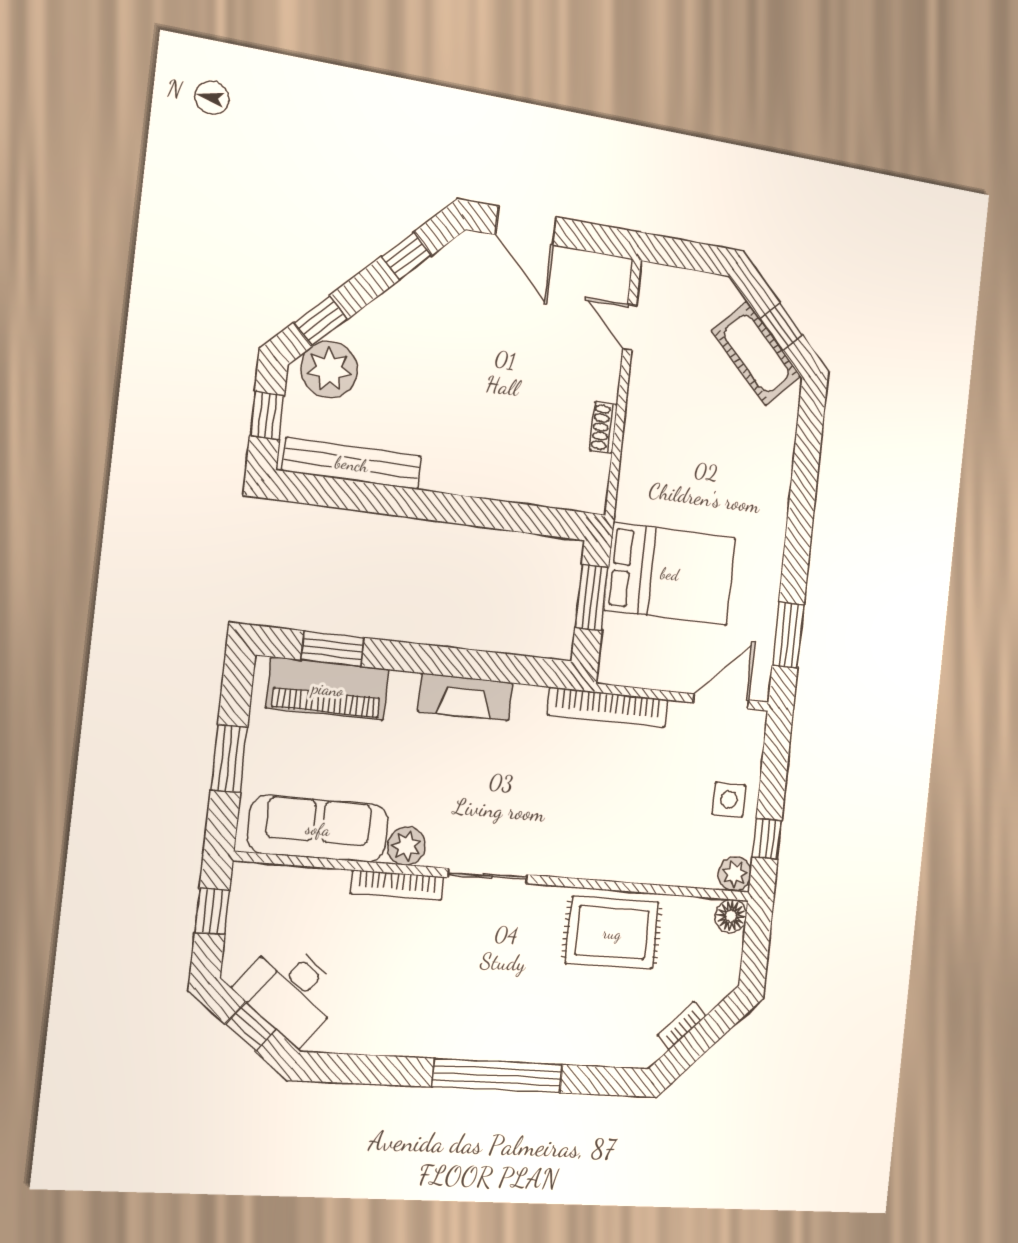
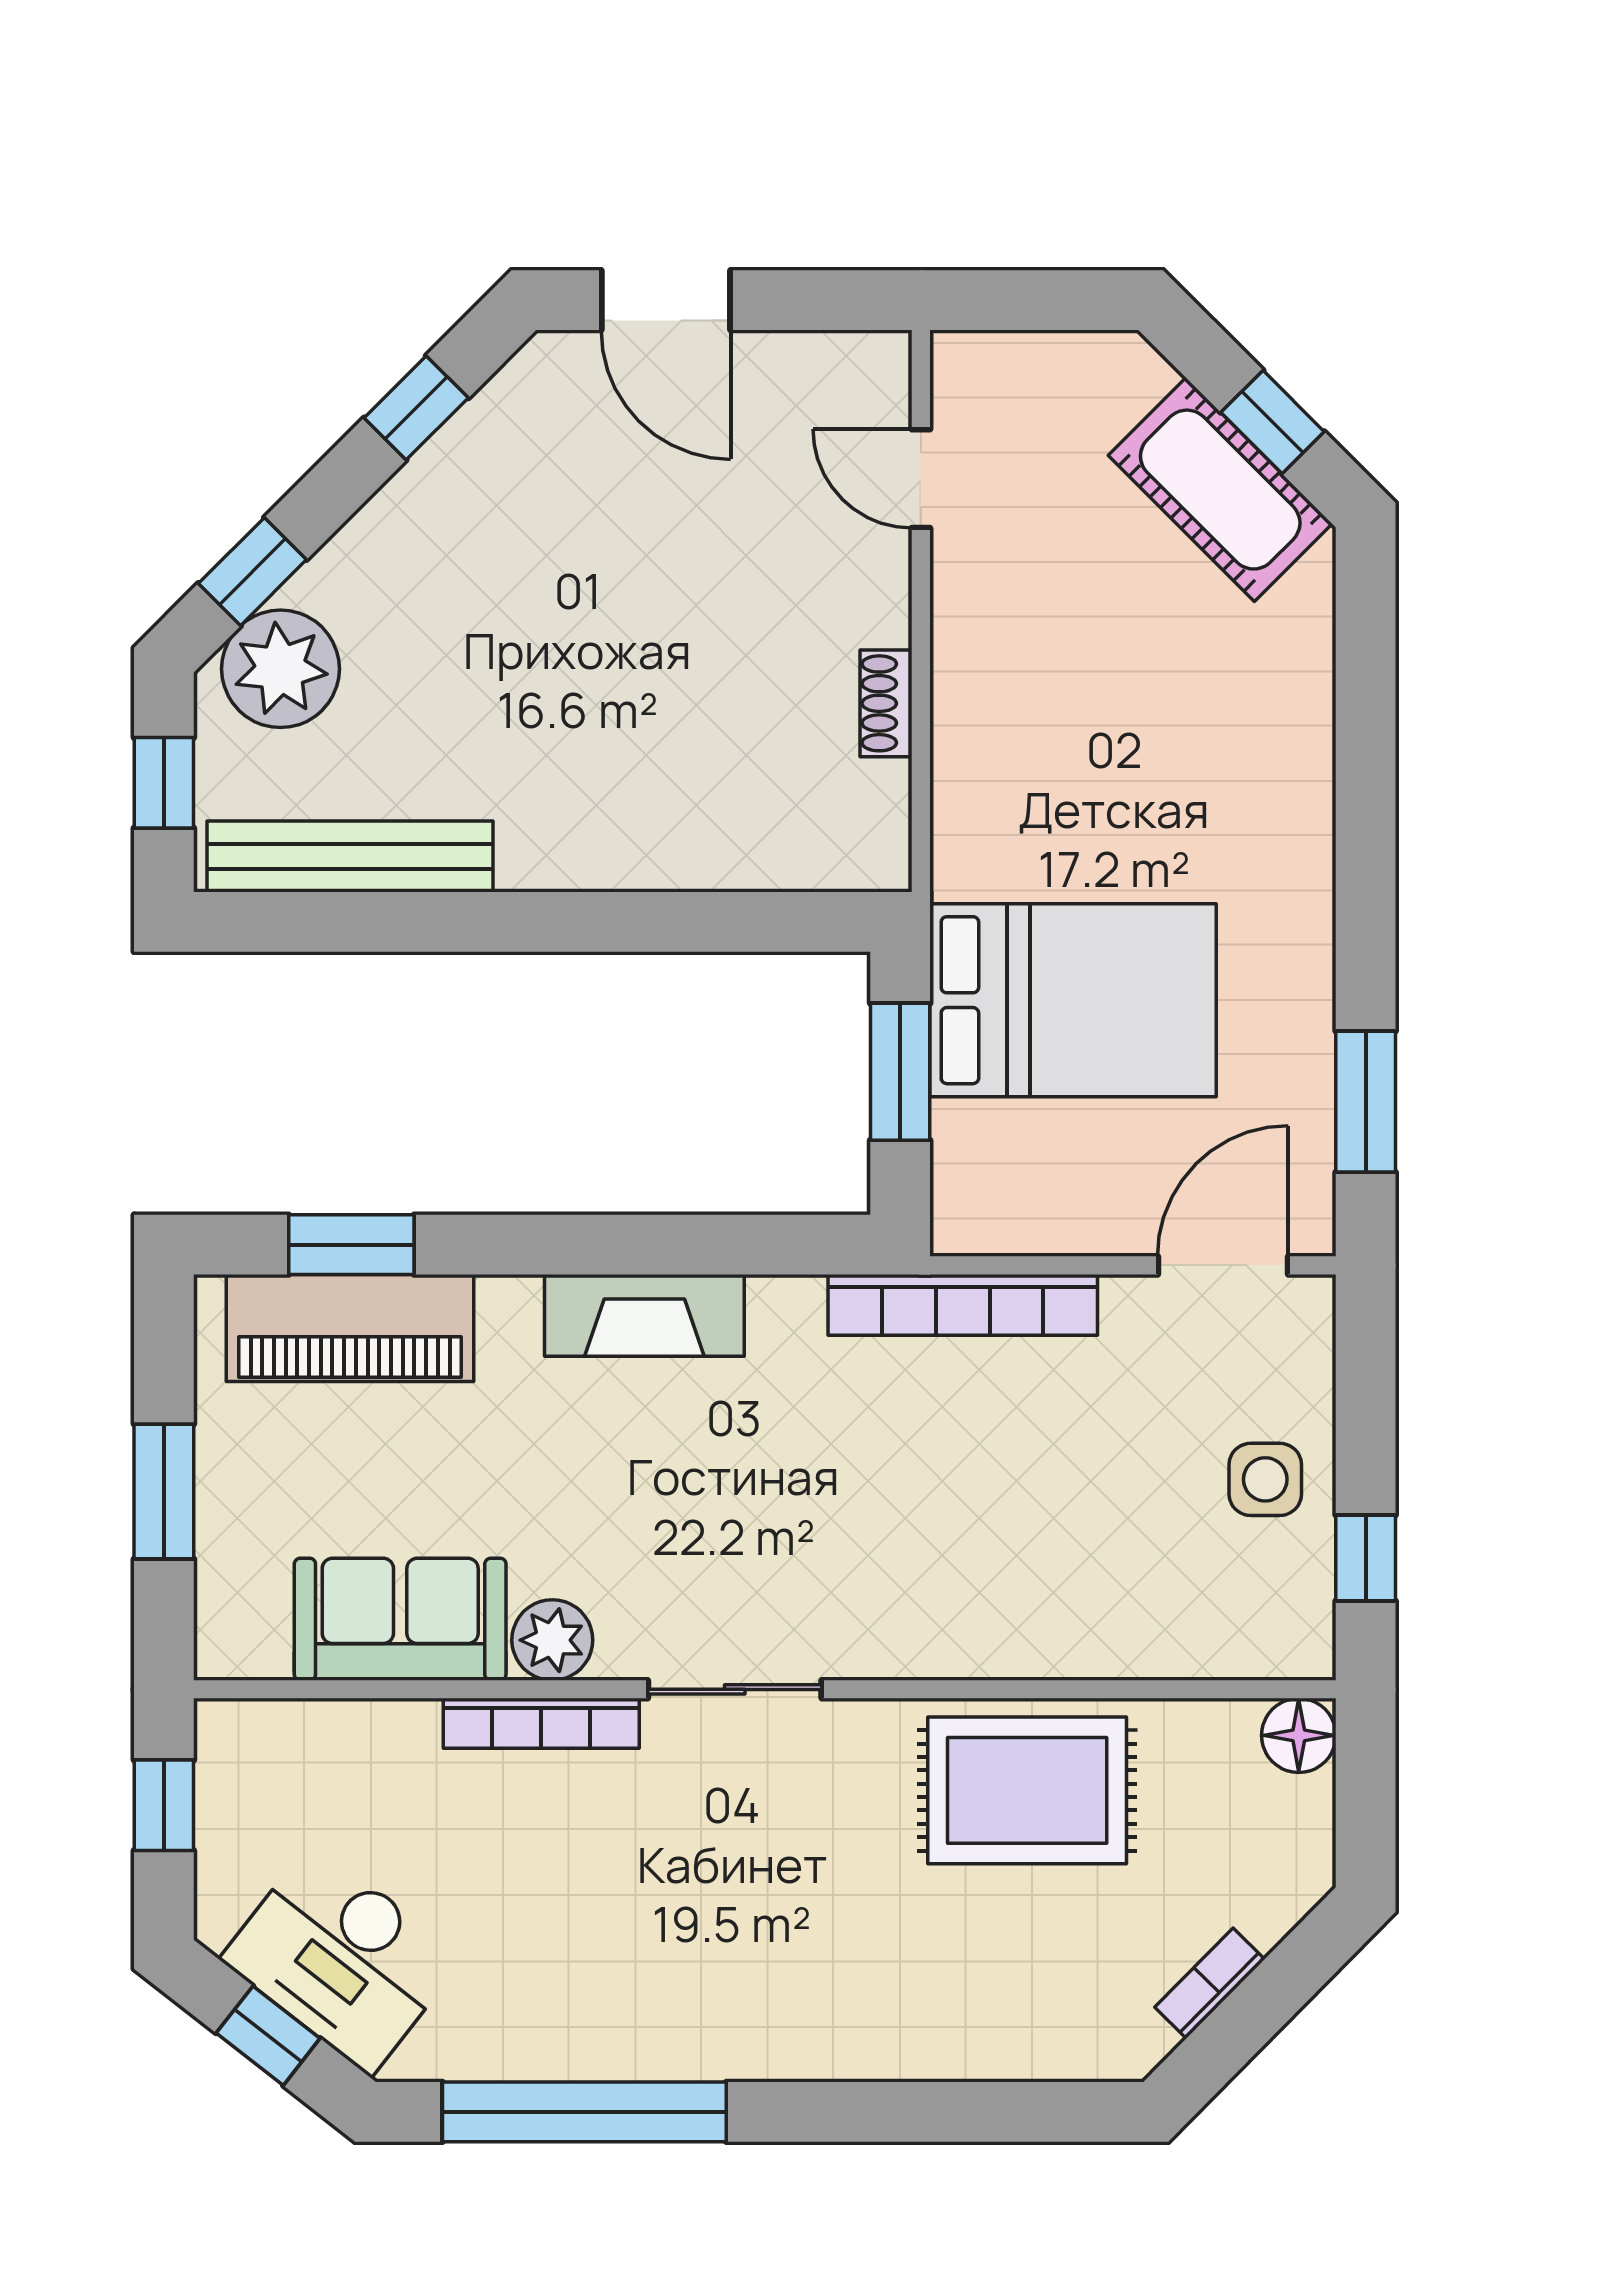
sofa: (318, 829) -> (400, 1619), width x0.73
plant: (735, 874) -> (1297, 1642), removed
window: (498, 1076) -> (584, 2112), moved

